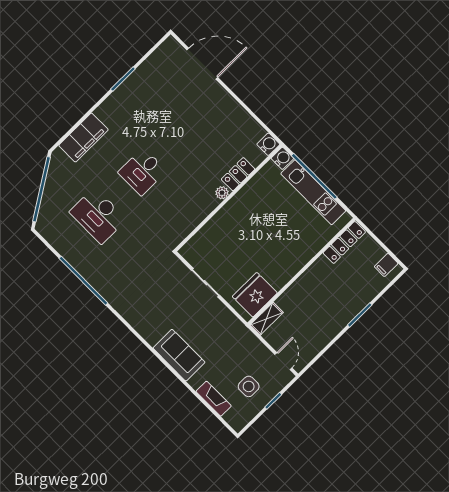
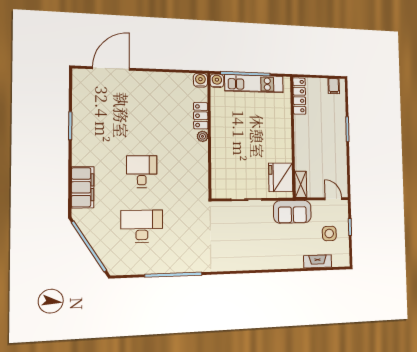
desk: (142, 172) -> (142, 172), turned 180
desk: (98, 216) -> (142, 226), turned 180
sofa: (179, 355) -> (292, 212), moved, turned 180

